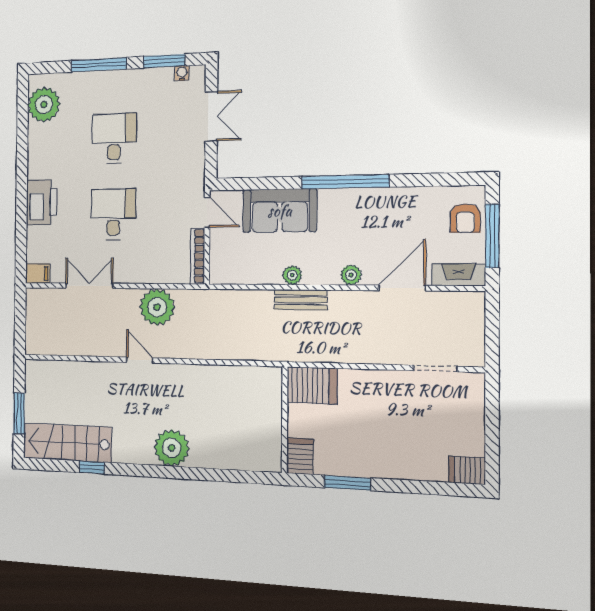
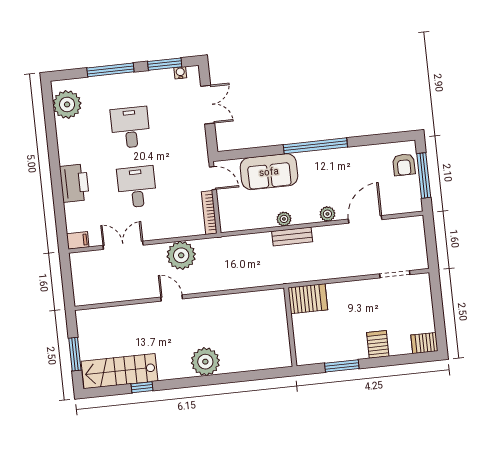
fireplace: (459, 275) -> (404, 205), removed
server rack: (300, 456) -> (378, 344), moved

